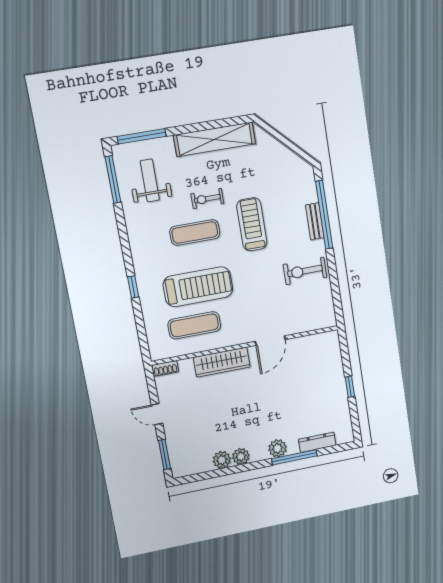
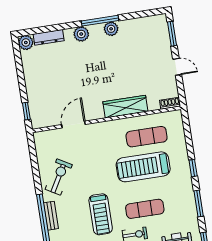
window: (124, 241) -> (199, 203), added
exercise bike: (305, 271) -> (59, 177), turned -60
door: (270, 341) -> (73, 125), moved
window: (350, 387) -> (26, 111), moved
window: (294, 457) -> (100, 21), moved
plant: (222, 460) -> (26, 43), moved

